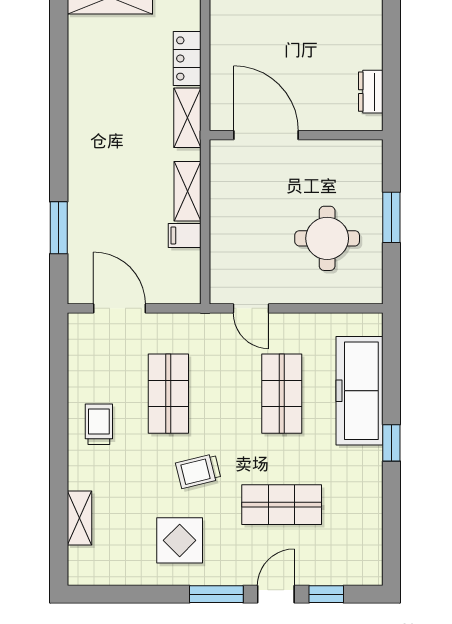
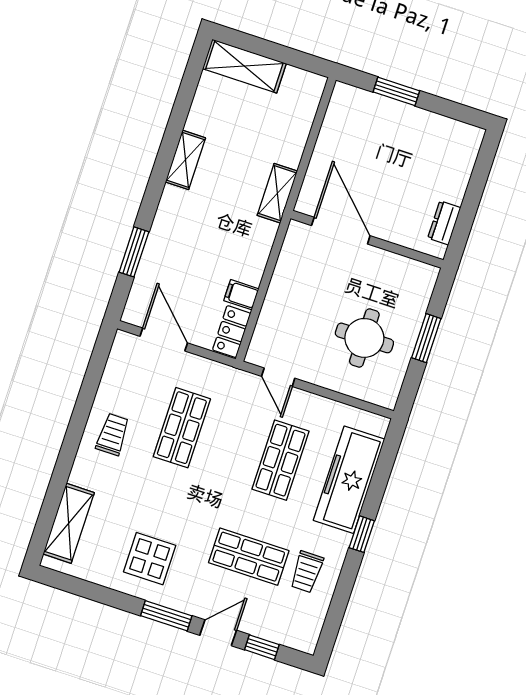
locker: (187, 58) -> (232, 332), moved
shelving: (187, 191) -> (185, 160), moved
trolley: (198, 471) -> (307, 572), moved, turned -76
shelving: (79, 518) -> (69, 523), width x1.50, depth x1.33

